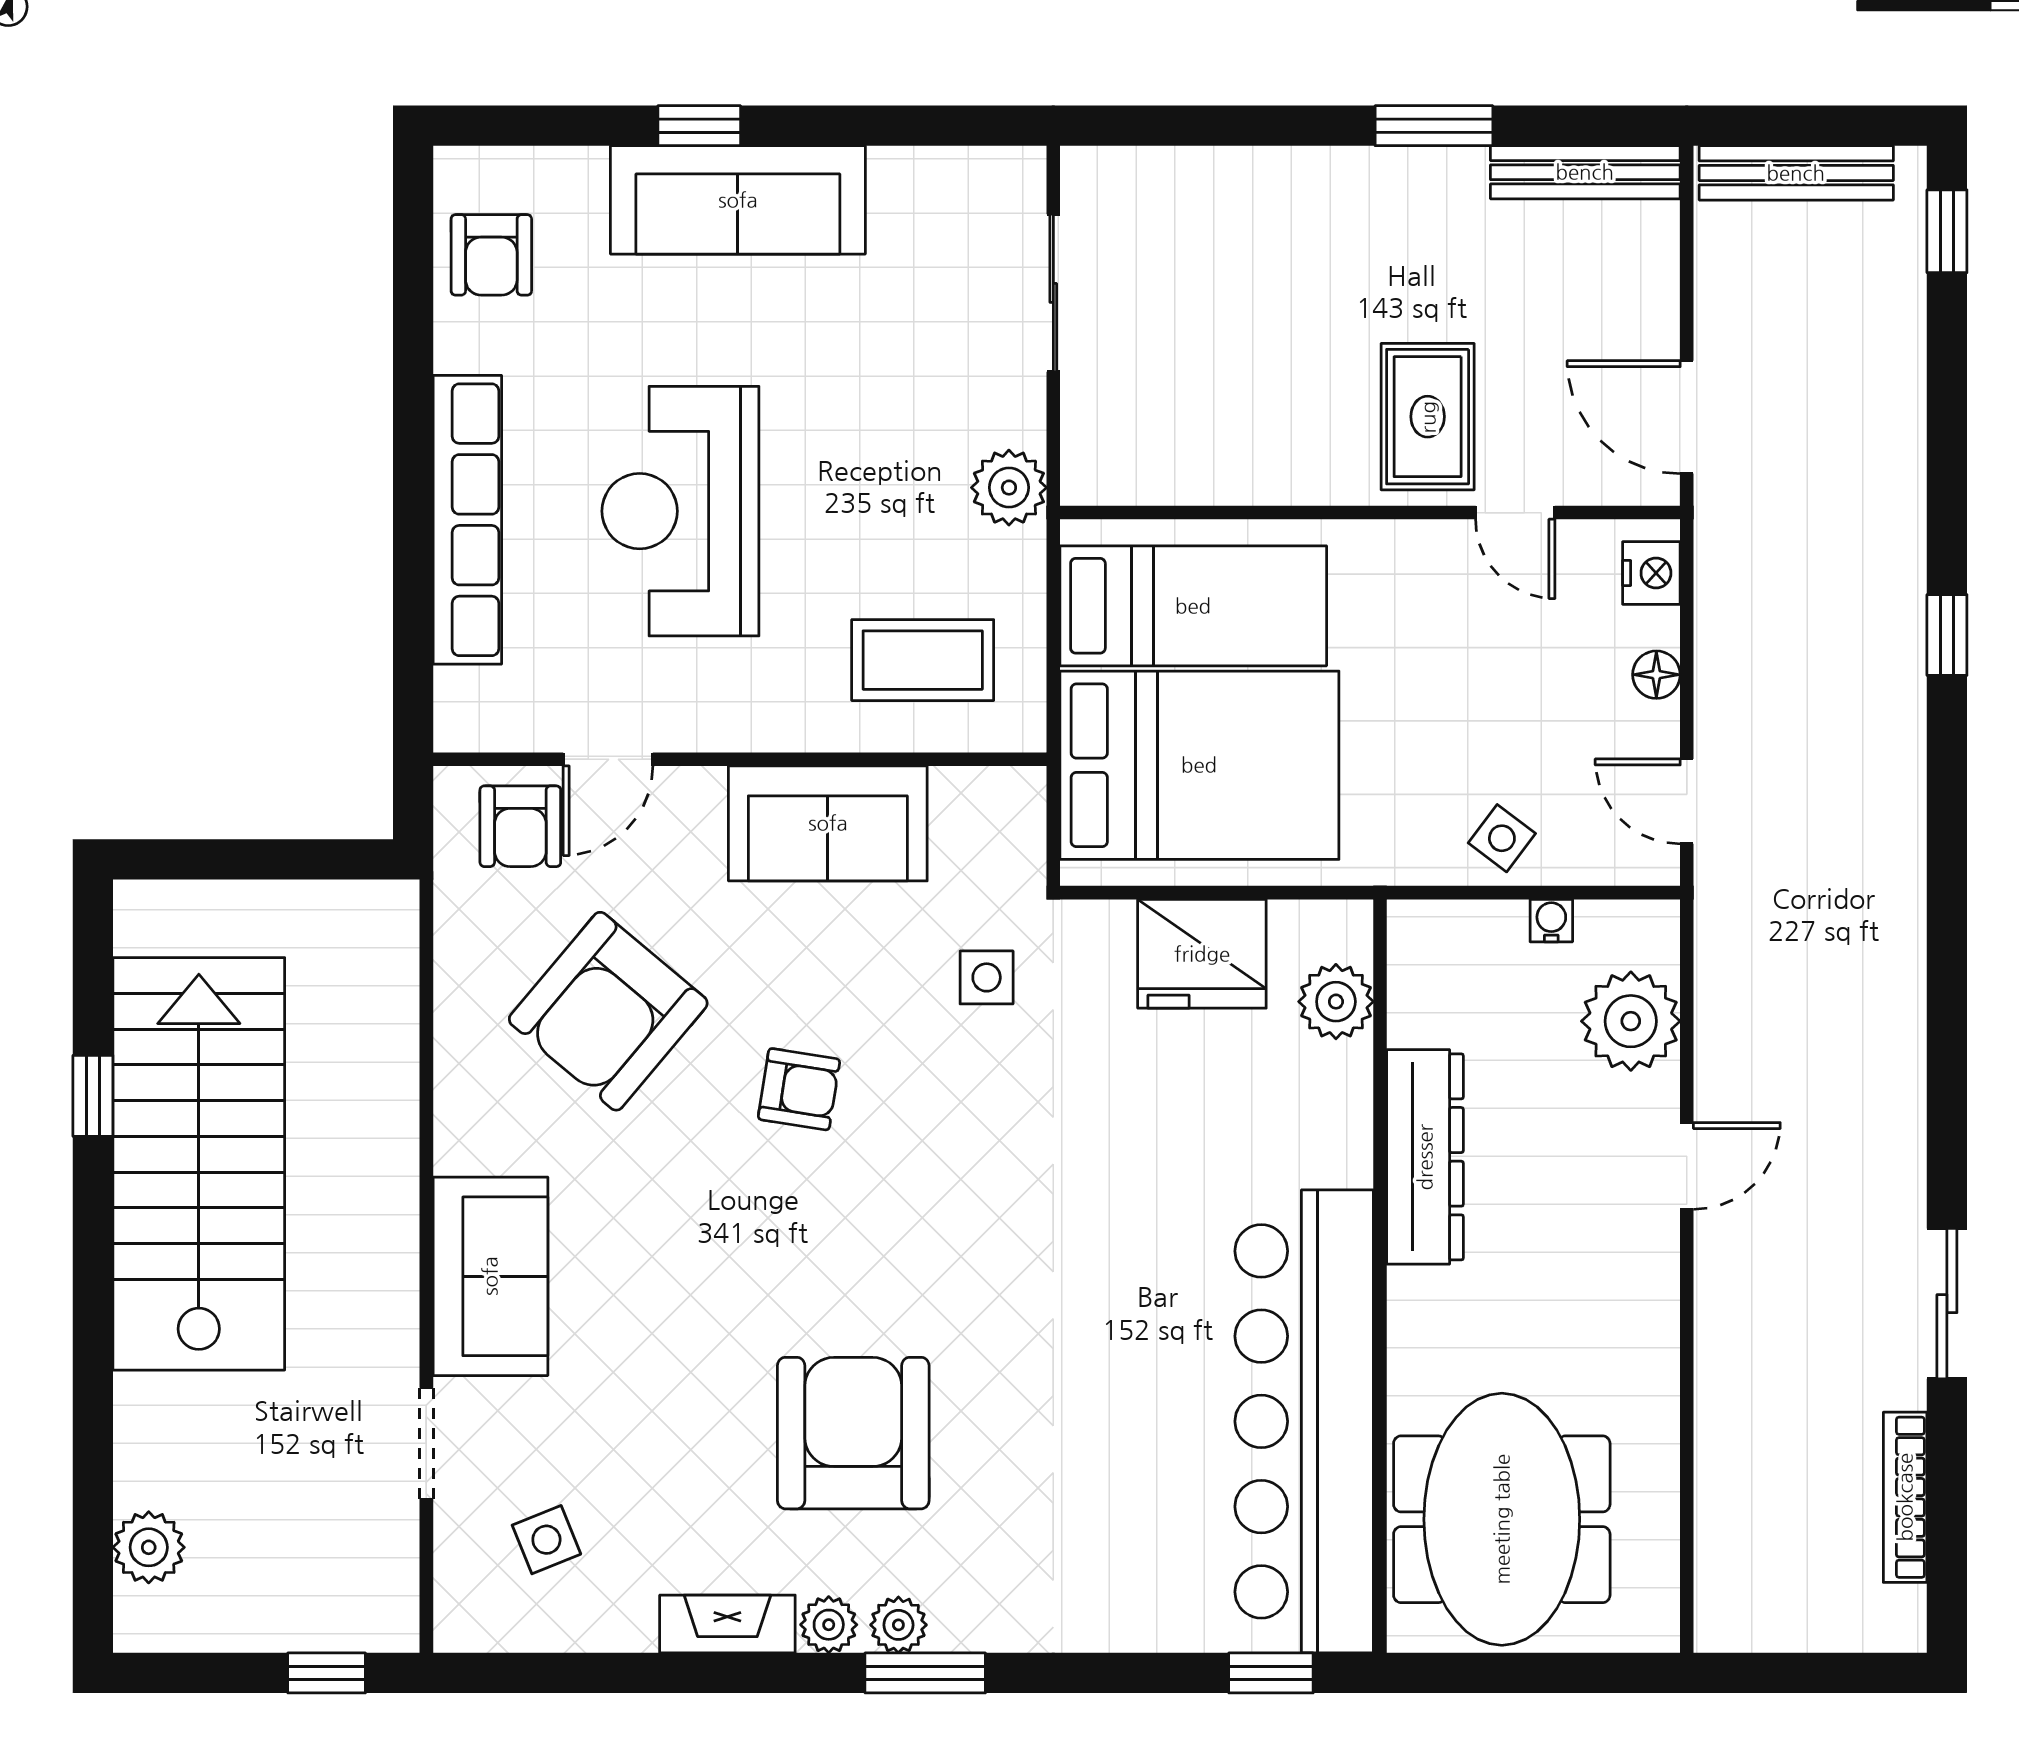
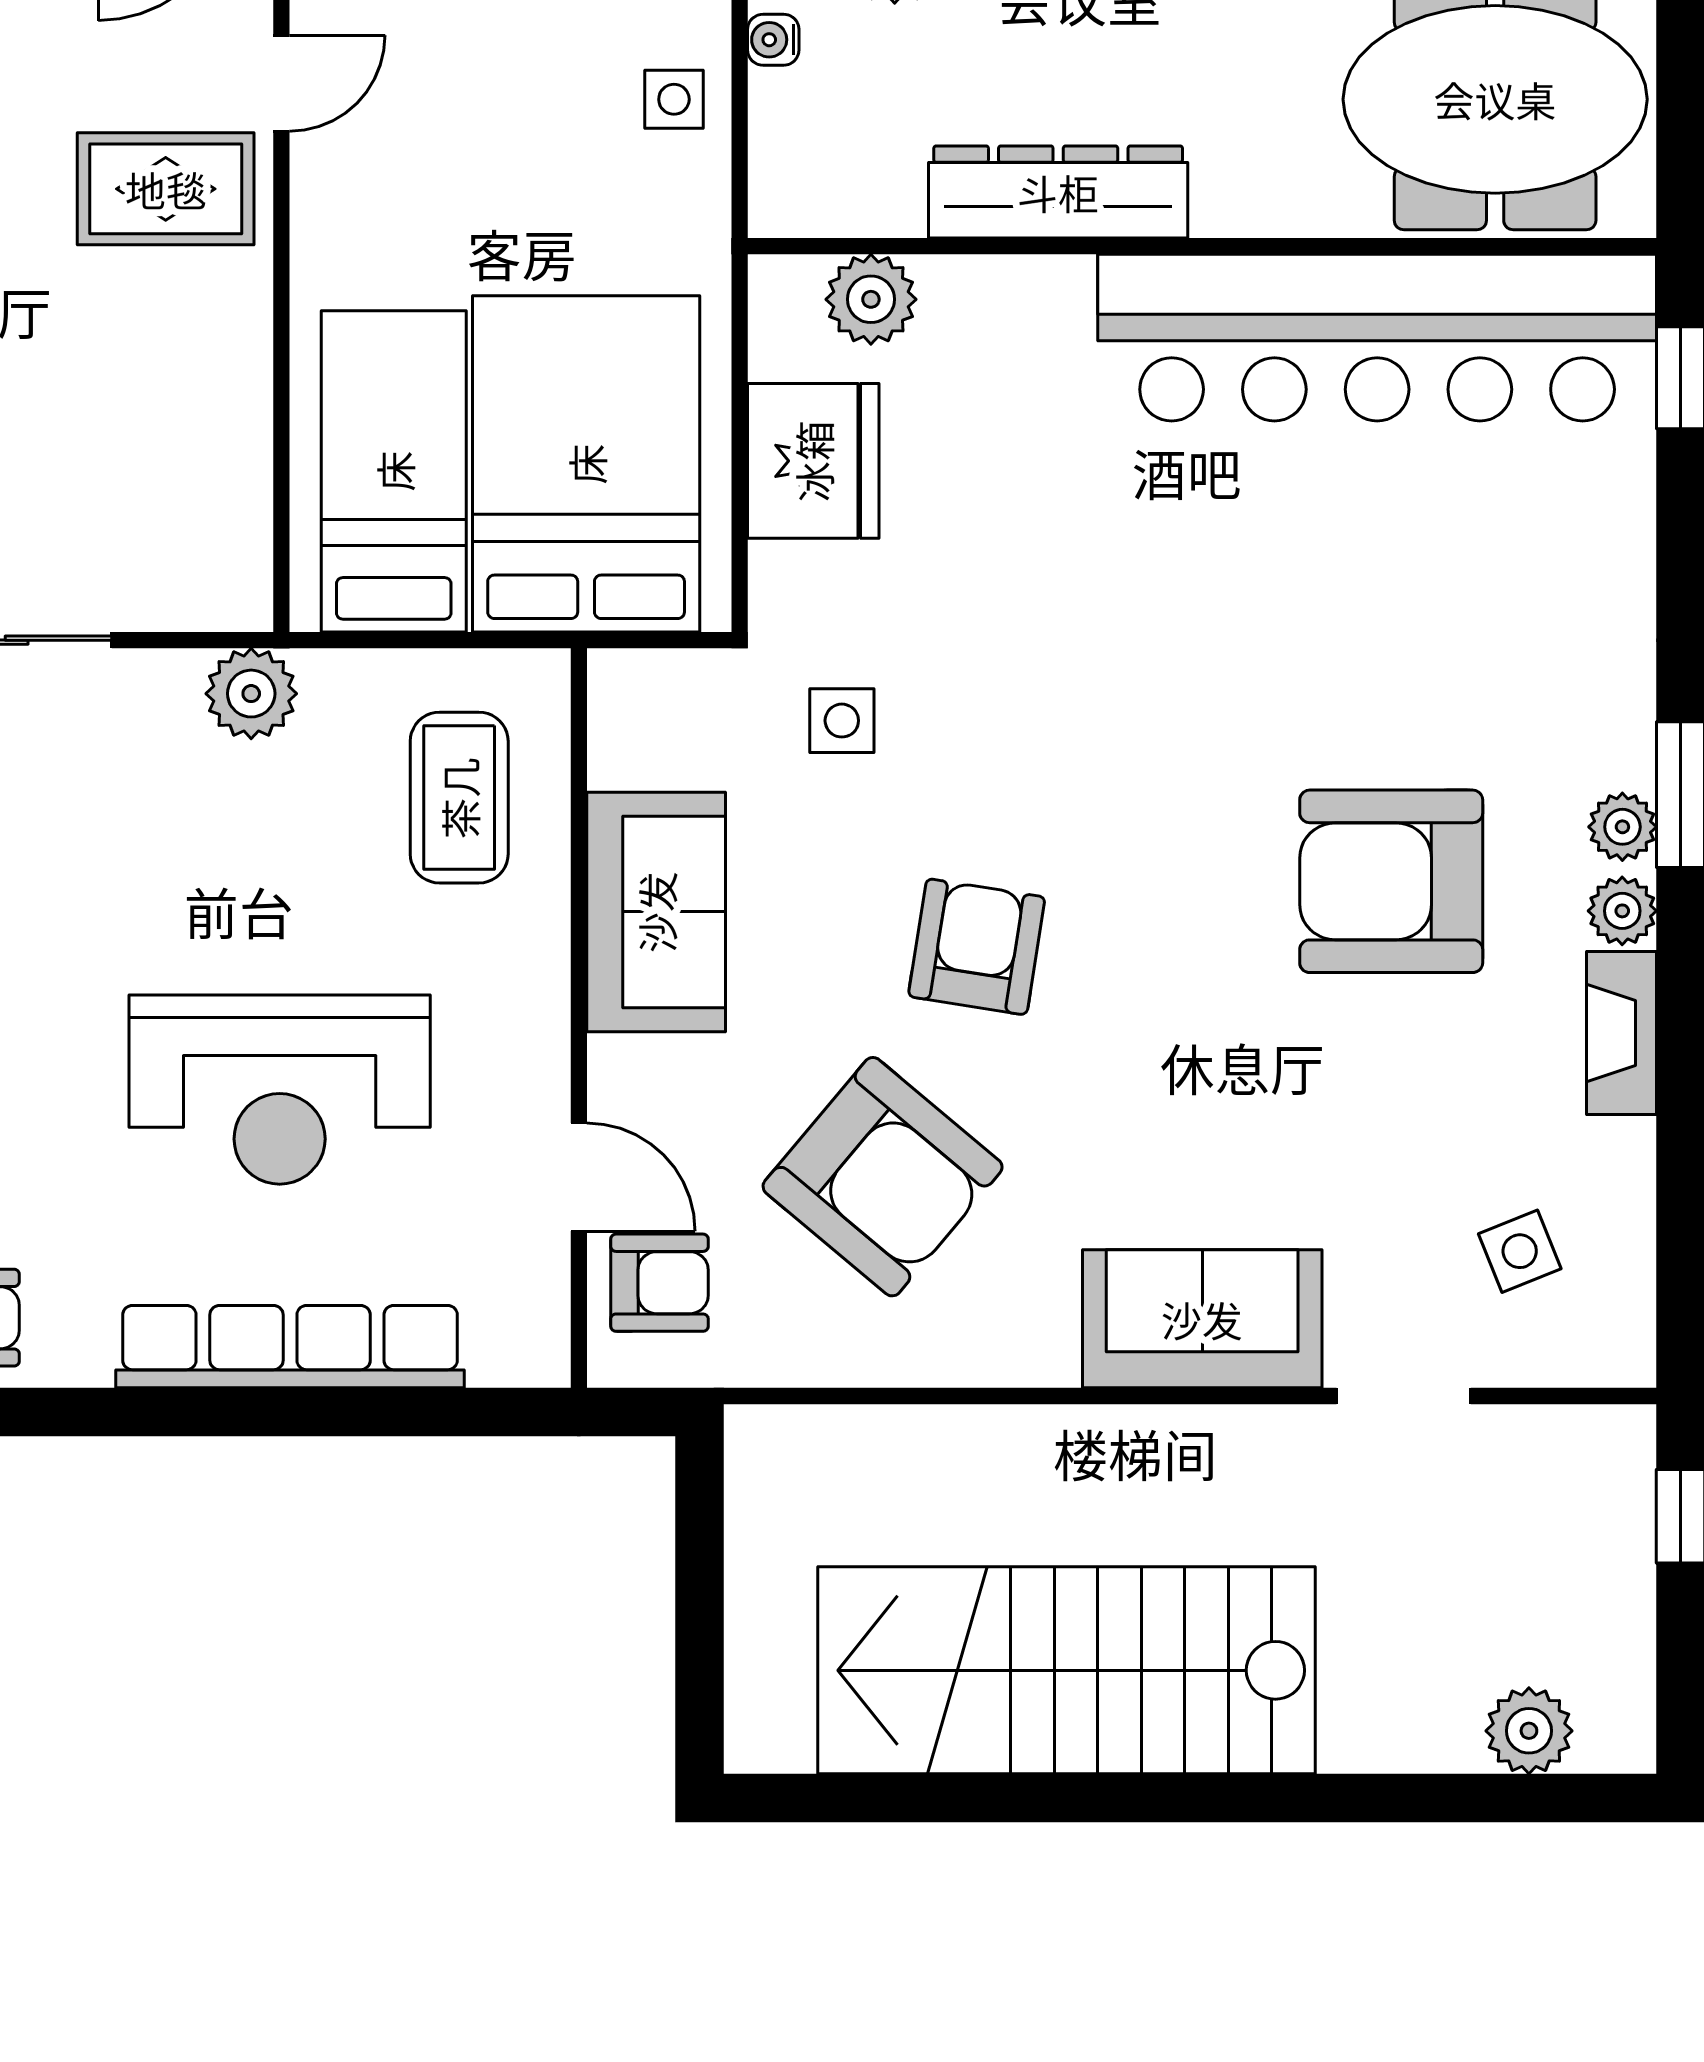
side table: (1502, 838) -> (674, 99), turned -37
armchair: (799, 1089) -> (977, 947), width x1.38, depth x1.38
window: (93, 1096) -> (985, 1798), removed

